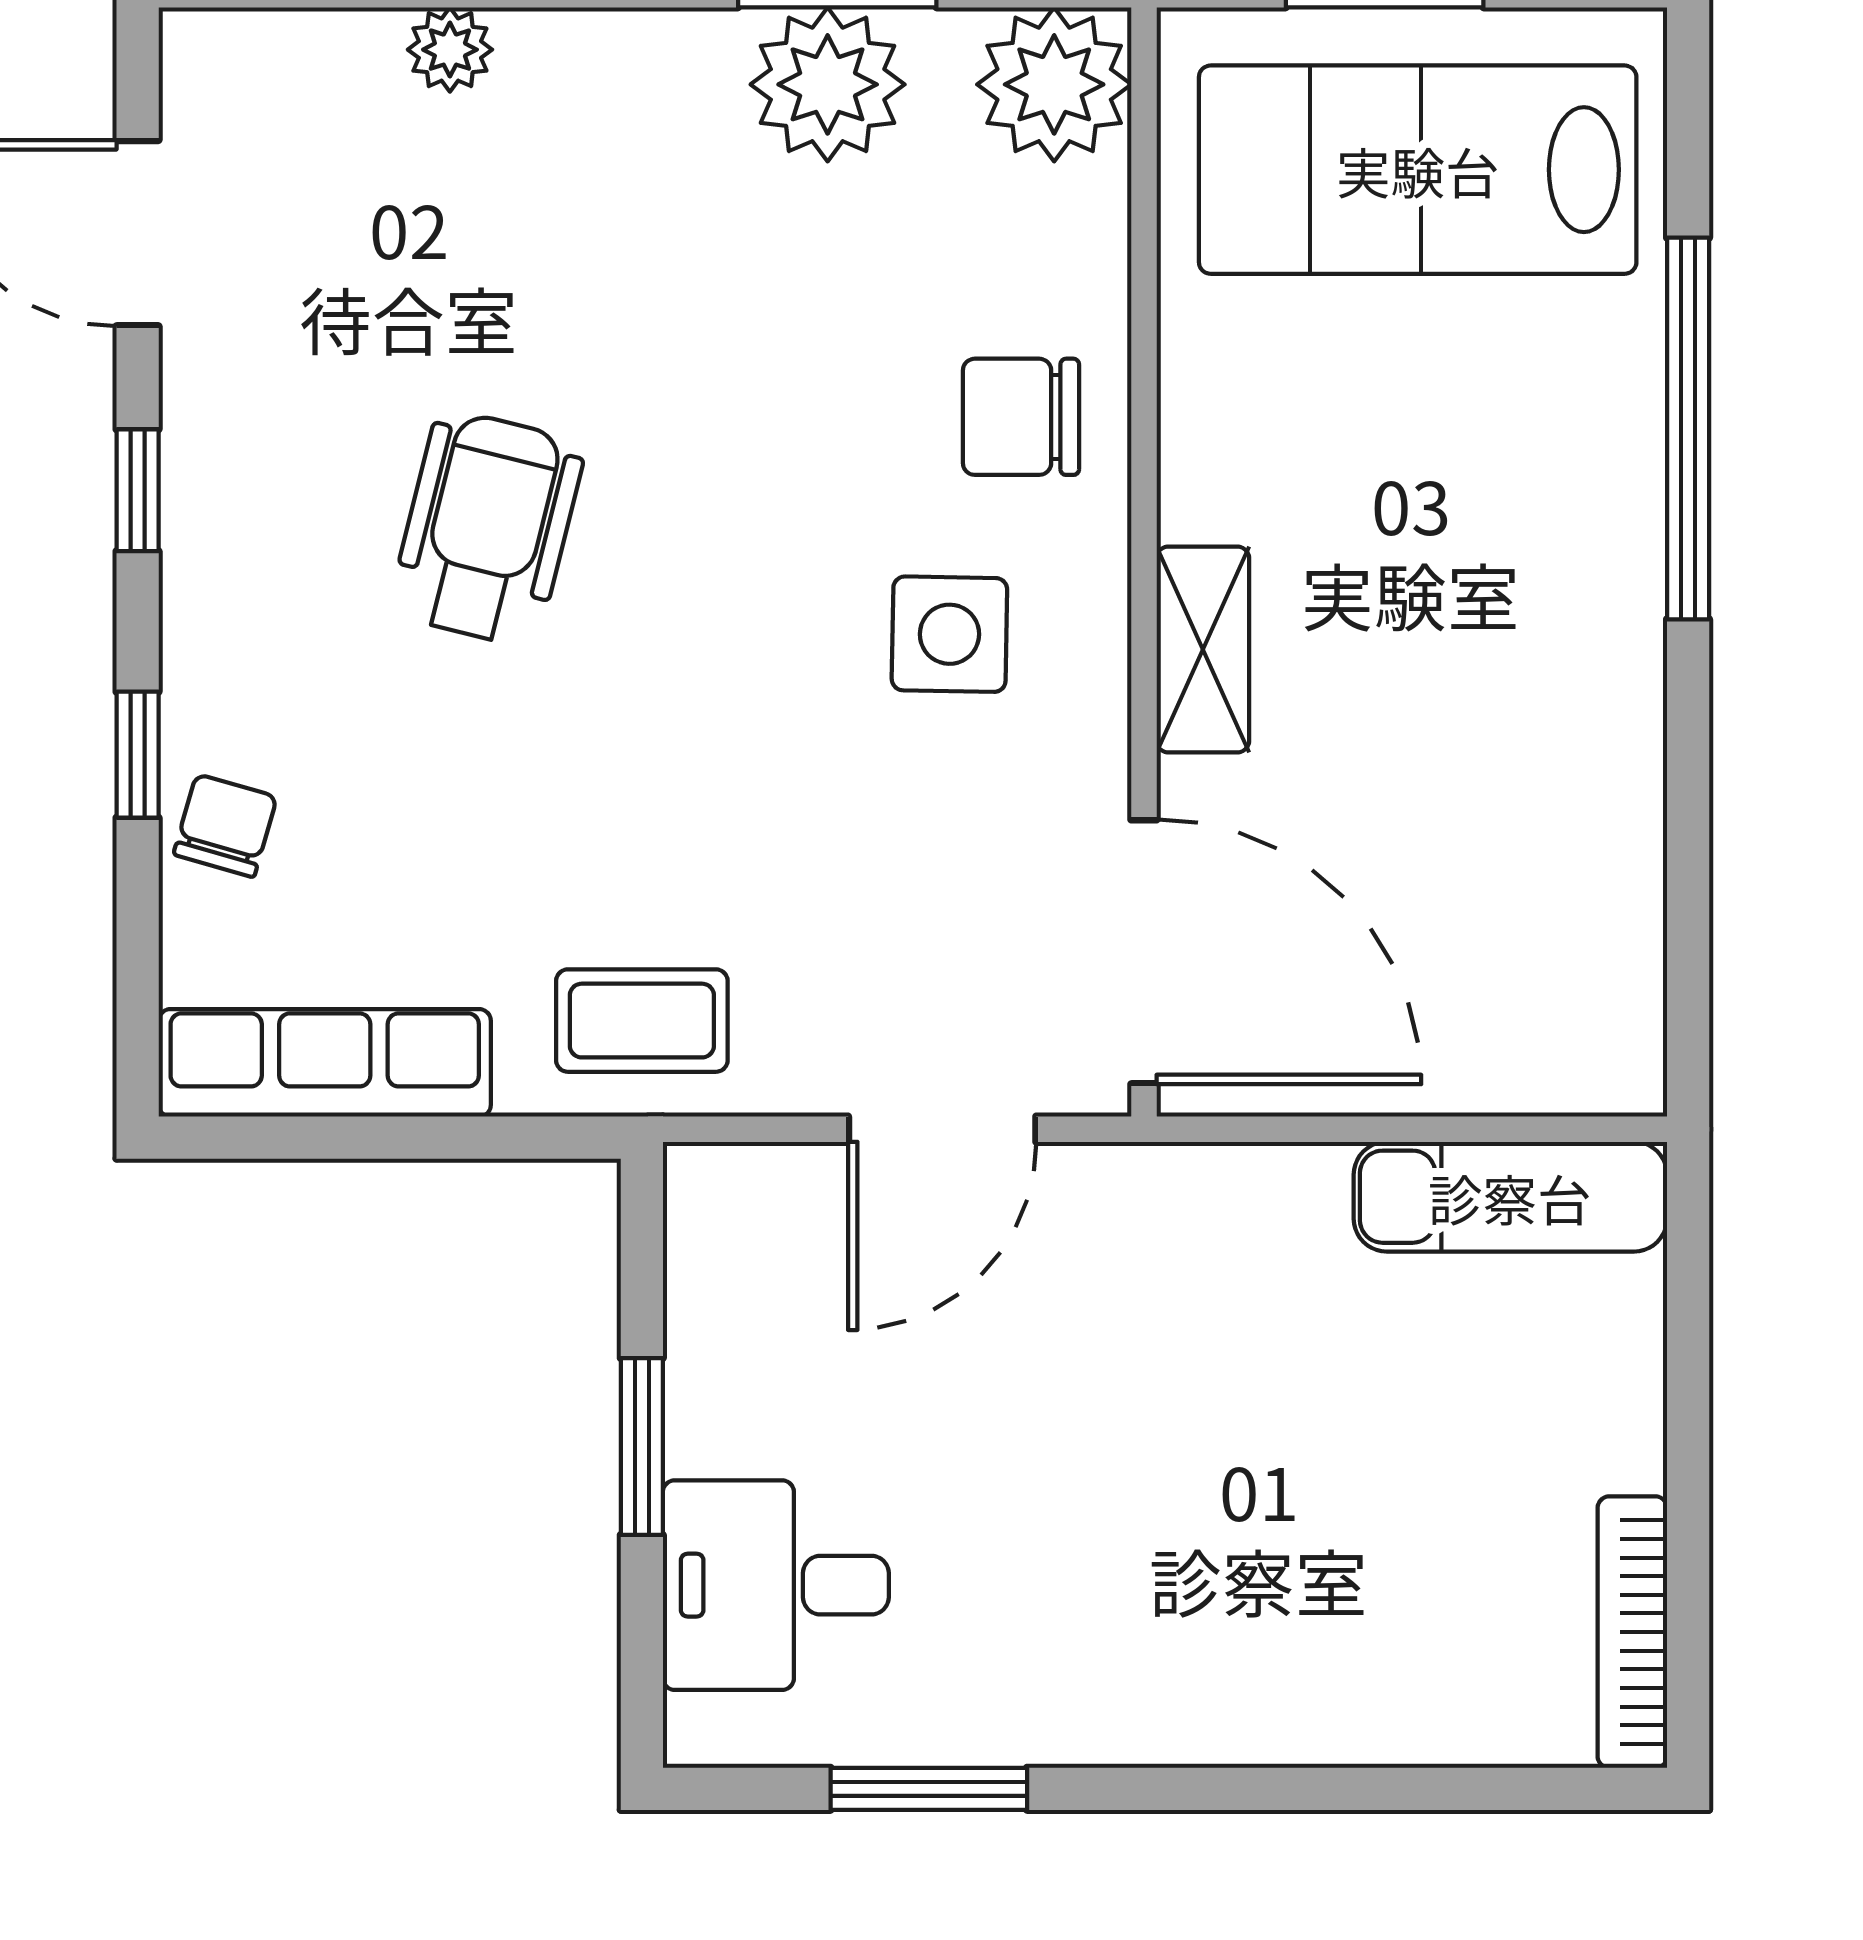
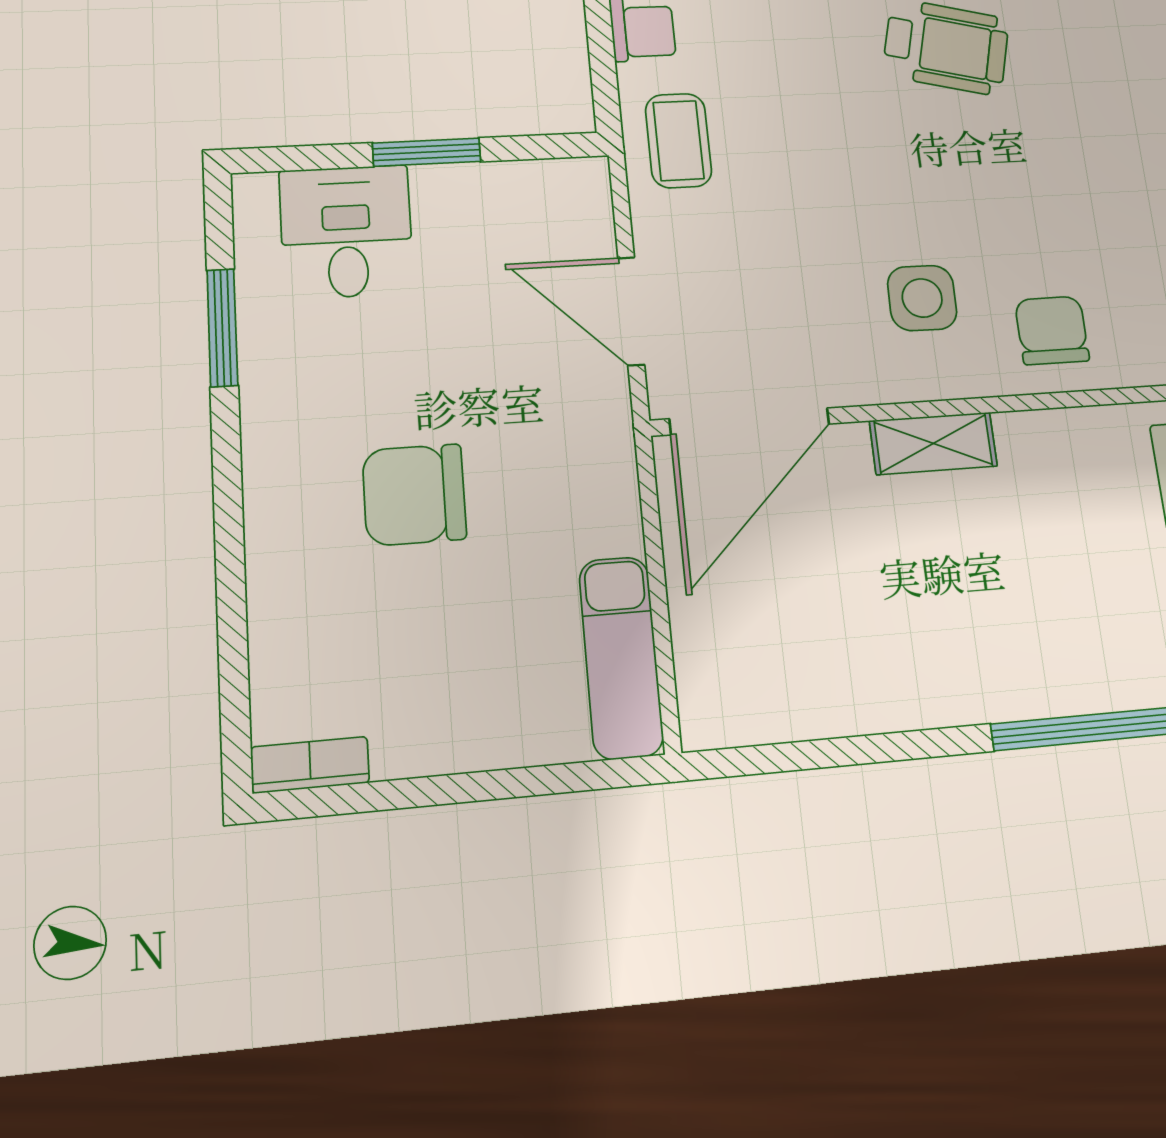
chair: (1226, 1501) -> (414, 495), added
bookcase: (1632, 1632) -> (310, 765), width x0.64

